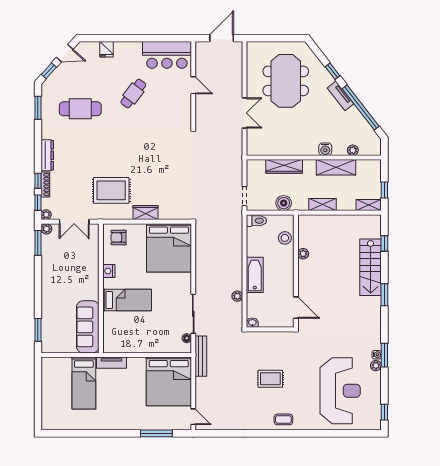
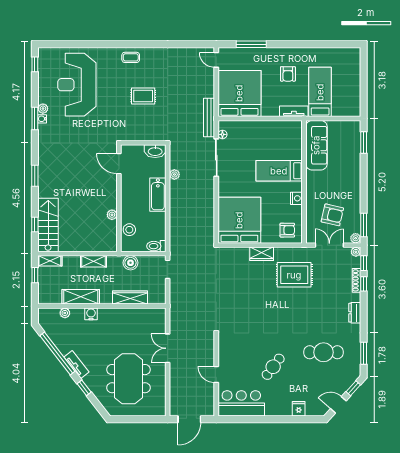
dresser: (47, 155) -> (355, 313), width x0.70
armchair: (71, 254) -> (332, 215), added
stairs: (371, 267) -> (48, 225), moved
washbasin: (252, 323) -> (155, 151), width x1.91, depth x1.45
armchair: (118, 402) -> (288, 74), added

